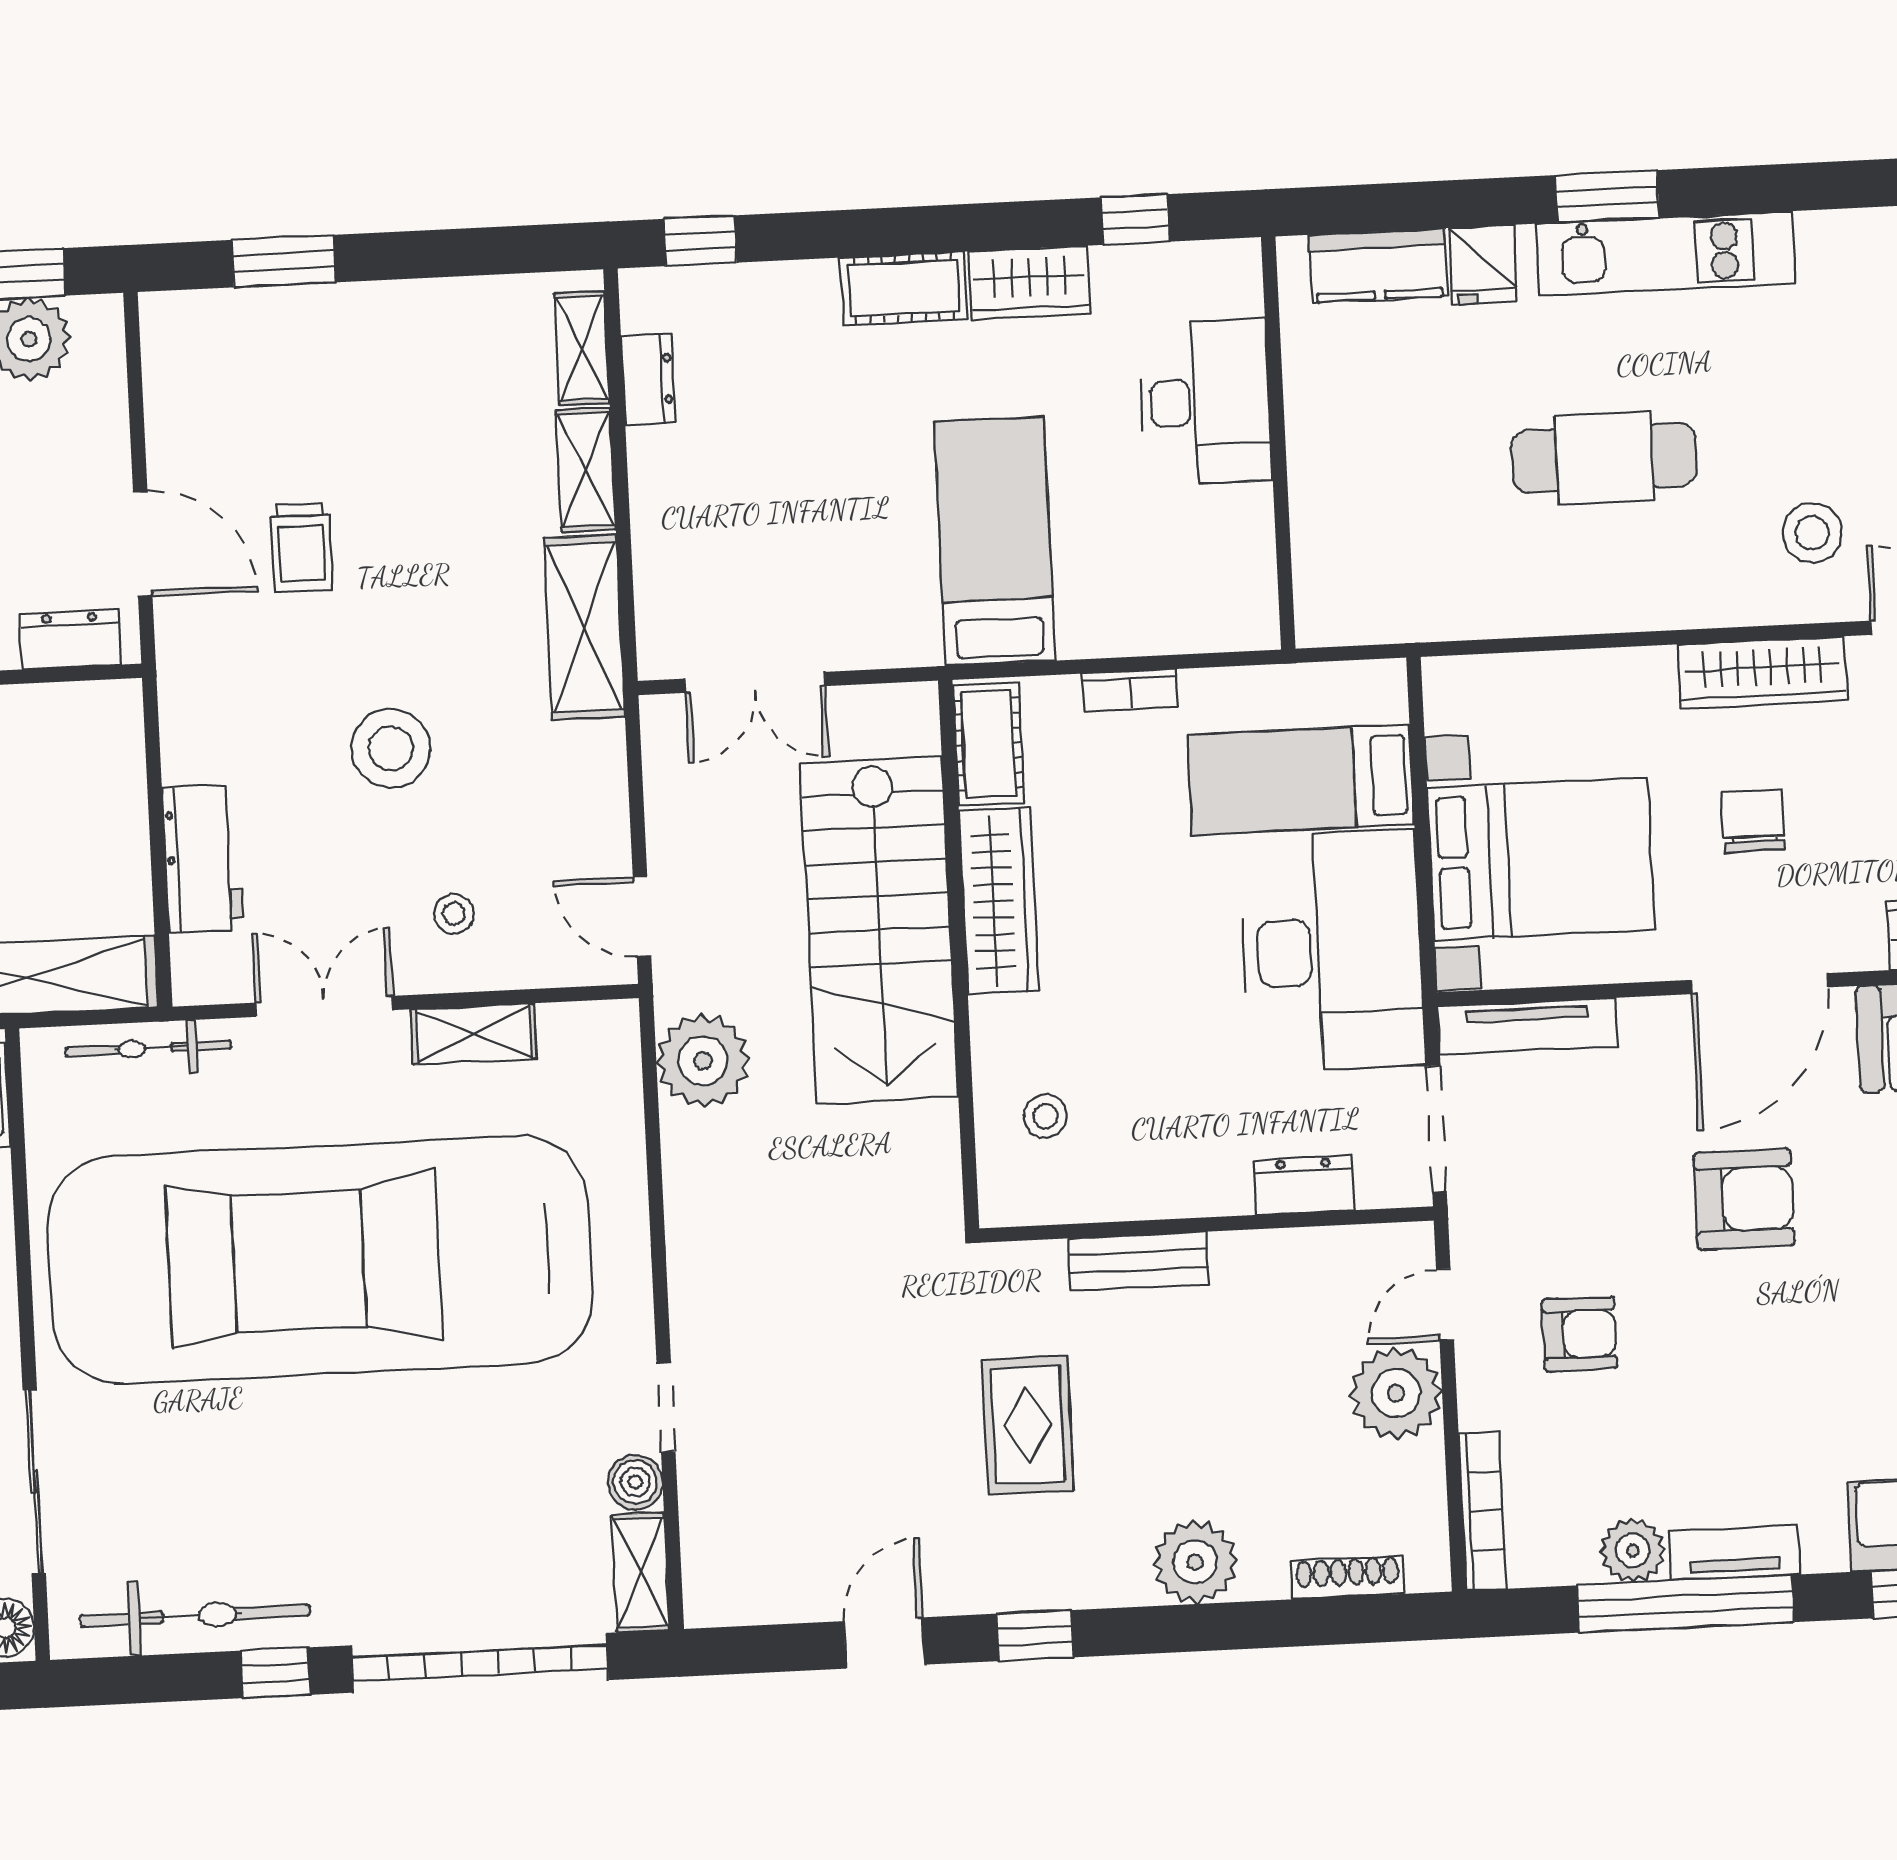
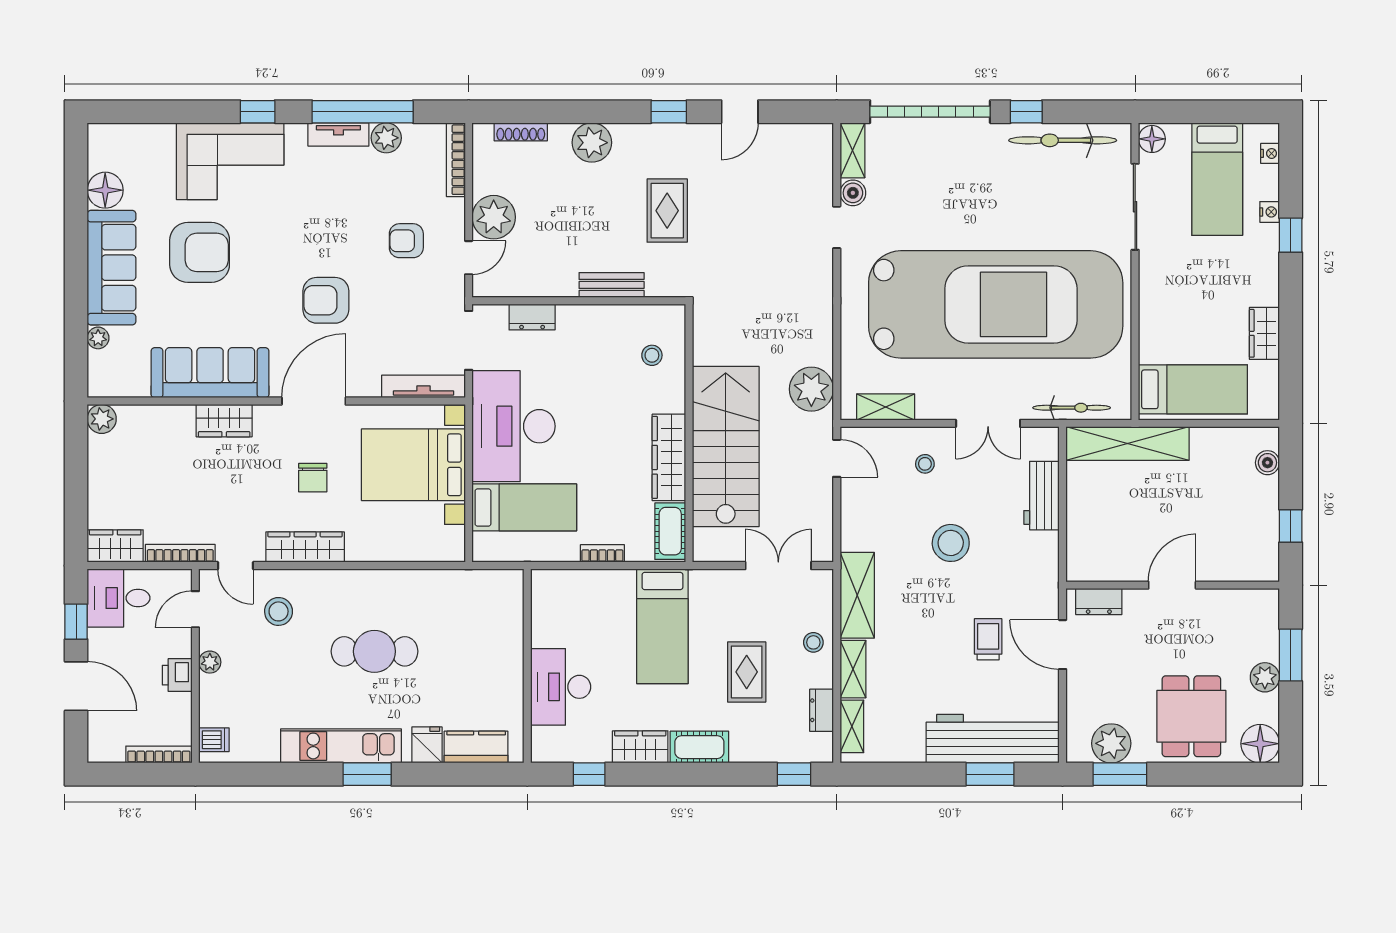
workbench: (281, 337) -> (993, 739), added
rug: (811, 453) -> (747, 672), added
stool: (672, 523) -> (813, 642), added
shelving: (474, 1034) -> (886, 407), moved

